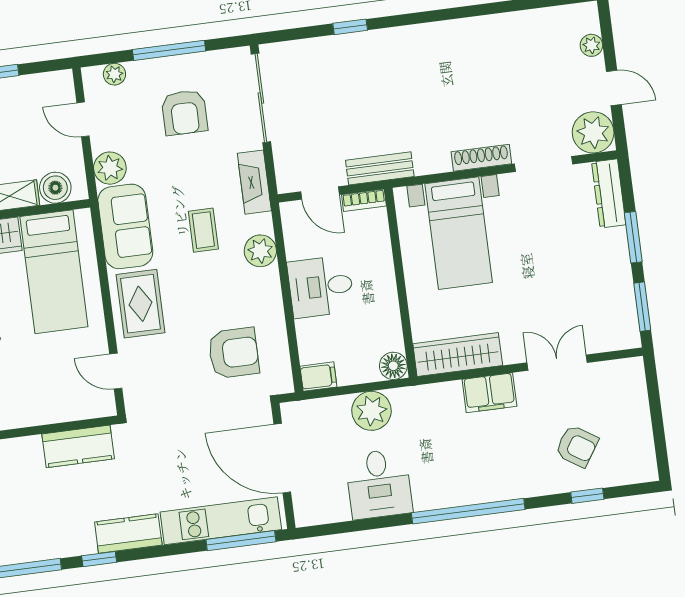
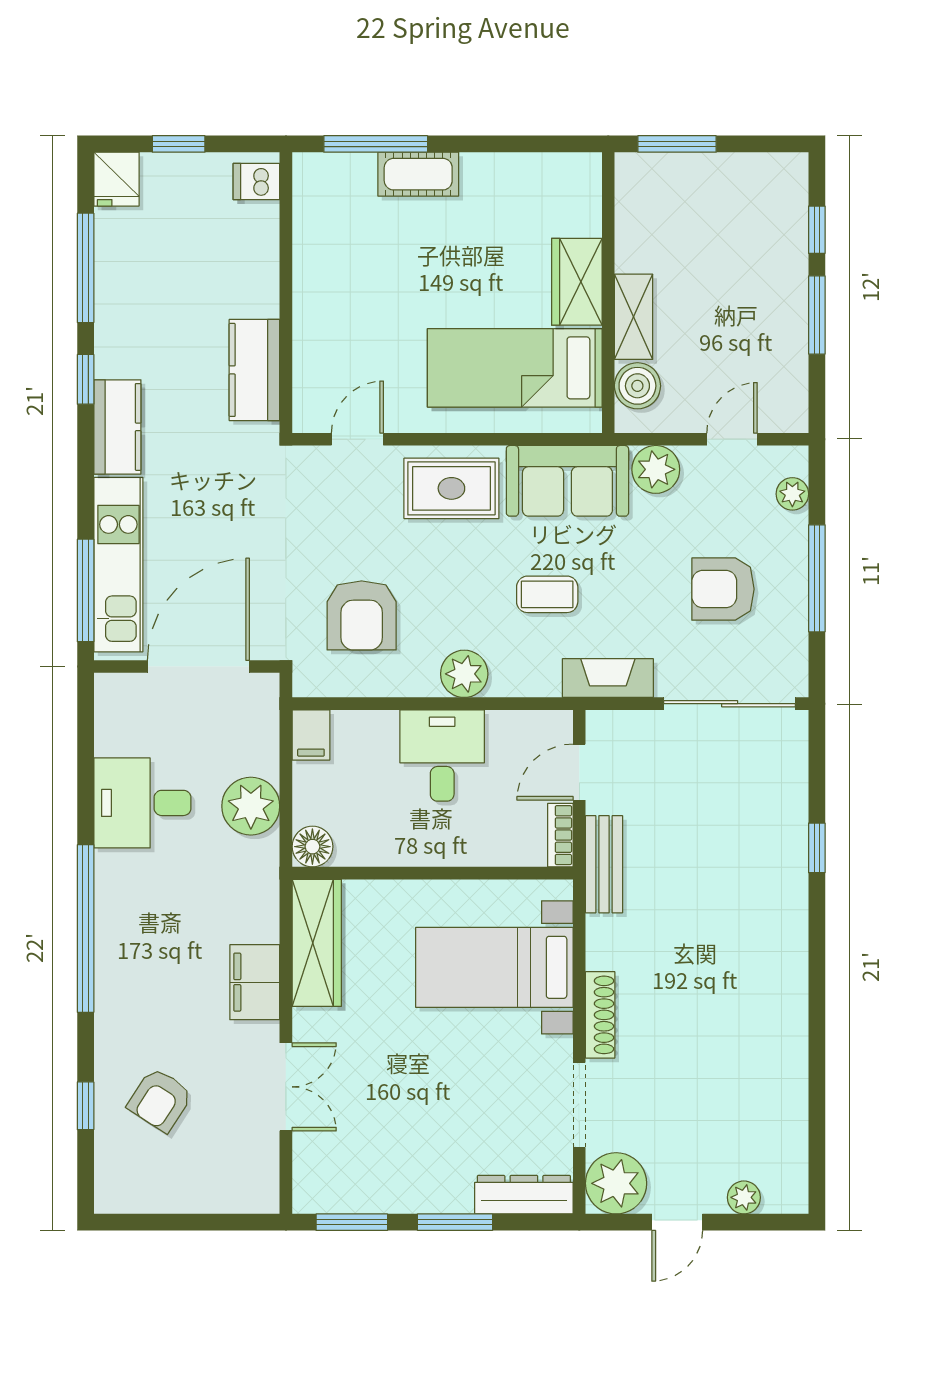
plant: (260, 251) -> (464, 674), moved

